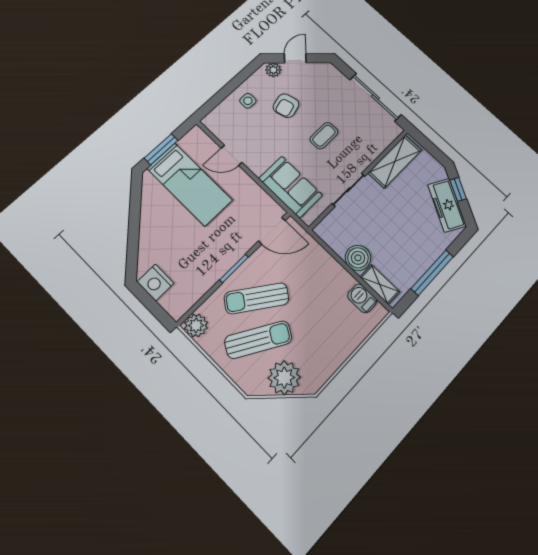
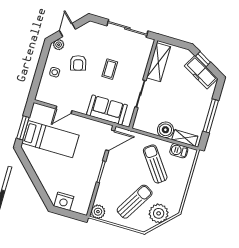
sun lounger: (257, 298) -> (155, 164), moved, turned 108

